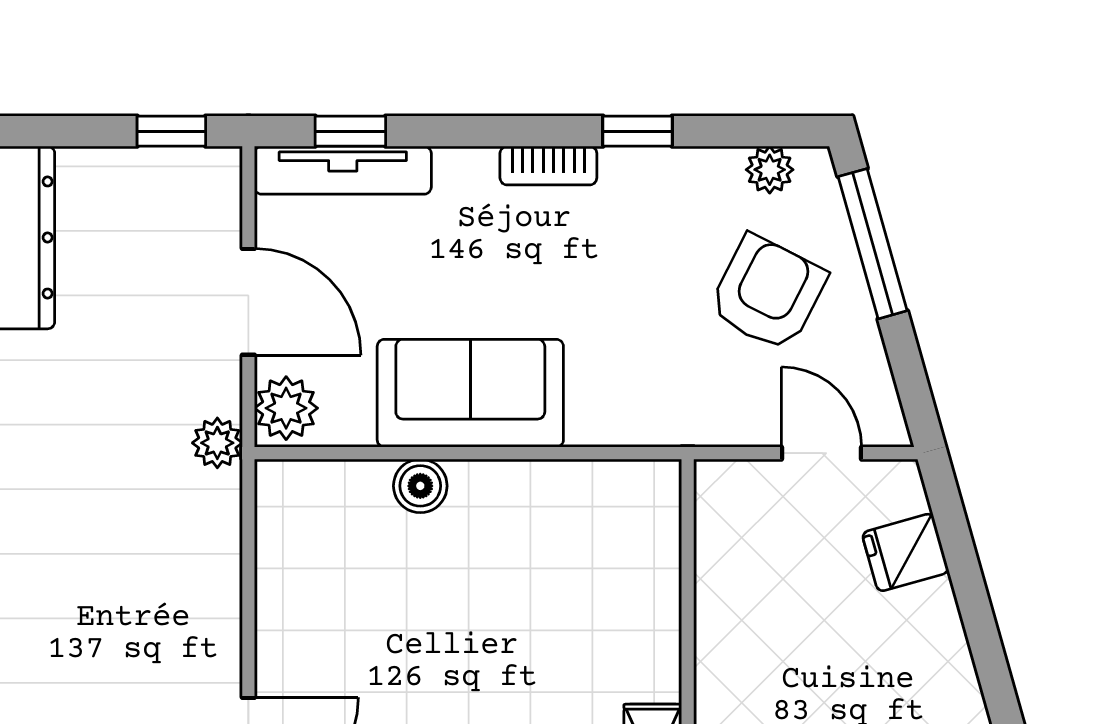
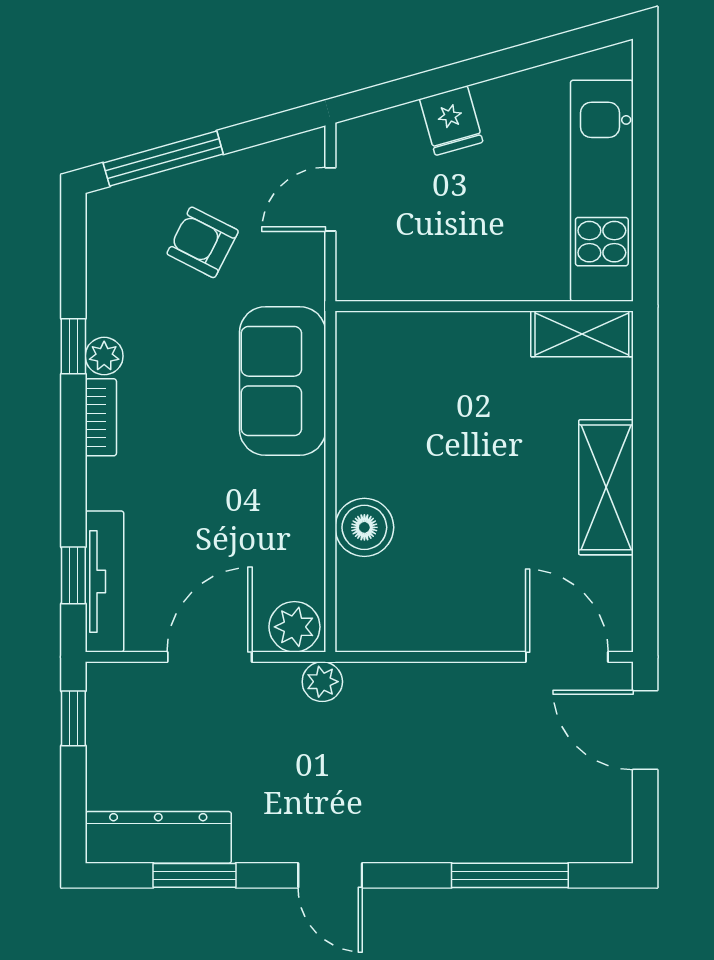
plant: (770, 170) -> (104, 356), moved
armchair: (768, 293) -> (203, 242), width x0.72, depth x0.72
sofa: (470, 393) -> (283, 381), moved
boiler: (420, 486) -> (364, 527), width x1.36, depth x1.36
fridge: (905, 552) -> (451, 121), moved

